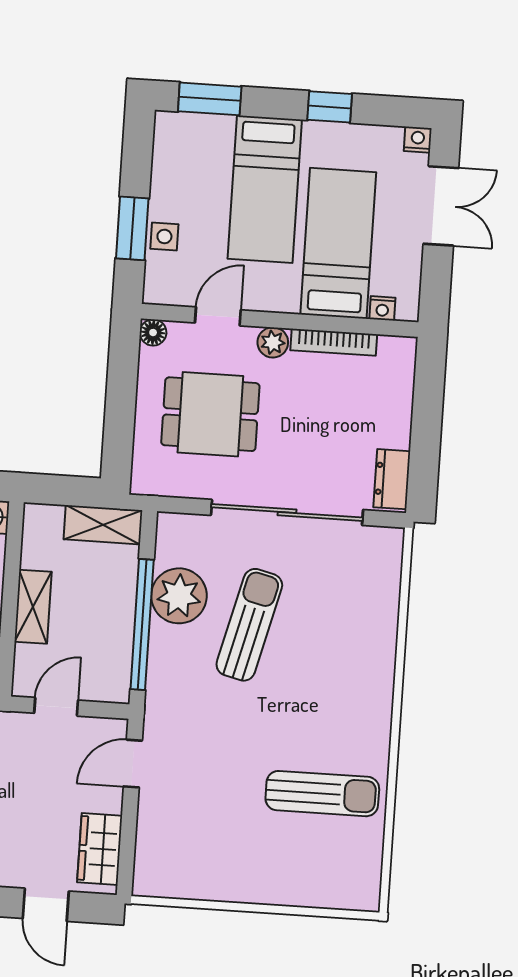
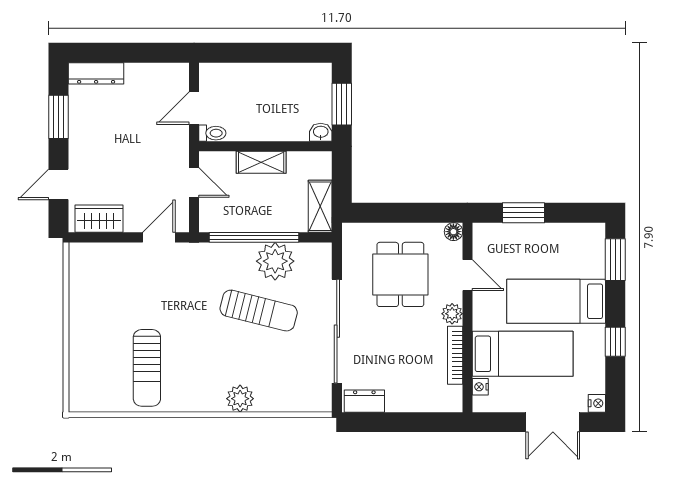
side table: (164, 236) -> (519, 235), removed
plant: (376, 660) -> (240, 399), added
door: (133, 764) -> (159, 237), hinge flipped

